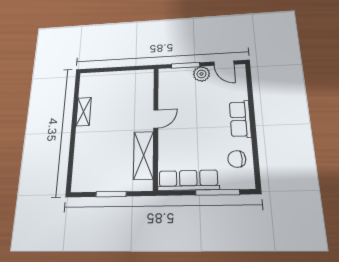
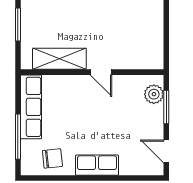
door: (224, 63) -> (166, 151), hinge flipped
plant: (201, 74) -> (154, 94), moved
chair: (237, 159) -> (52, 158), turned 84

